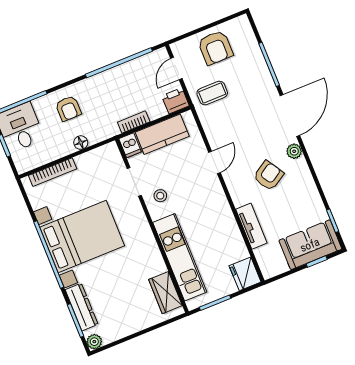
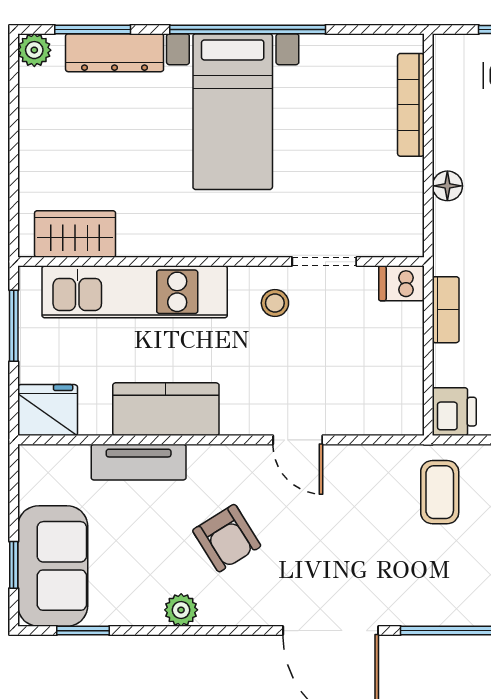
kitchen counter: (162, 134) -> (166, 409), moved, turned 90
plant: (294, 151) -> (181, 610), moved
bed with nightstands: (82, 237) -> (233, 112), width x0.73

